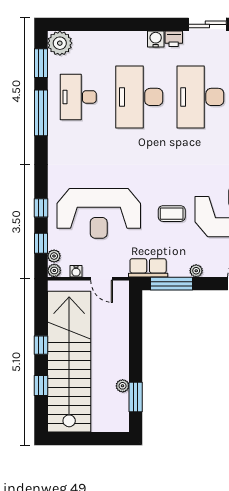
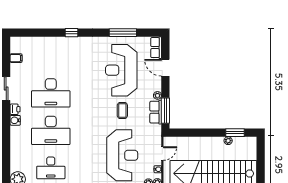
row of seats: (148, 268) -> (156, 112), moved

